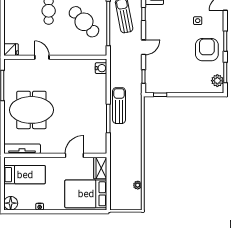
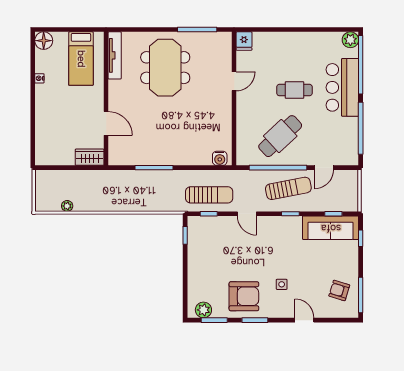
sun lounger: (119, 106) -> (209, 195), moved
bed: (86, 194) -> (56, 138), removed

